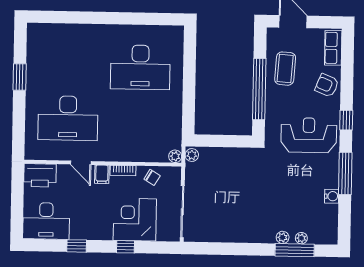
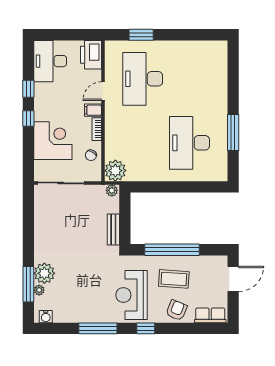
window: (130, 18) -> (233, 133), added
coffee table: (285, 69) -> (174, 279), moved
window: (20, 77) -> (141, 35), moved
reception desk: (309, 135) -> (131, 295), turned 180
bench: (235, 154) -> (113, 229), added
plant: (175, 156) -> (115, 171), width x1.88, depth x1.88
water cooler: (332, 196) -> (46, 317), moved
plant: (283, 237) -> (44, 273), width x1.88, depth x1.88
window: (125, 247) -> (28, 118), moved

